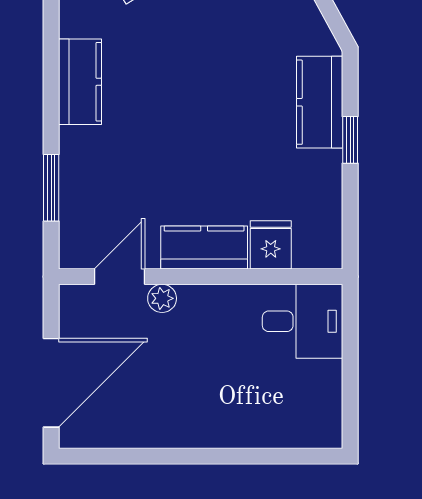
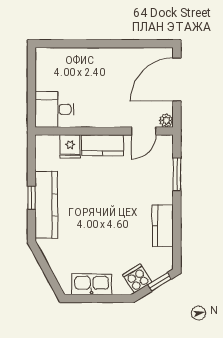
kitchen counter: (320, 102) -> (46, 205), width x1.50
plant: (162, 298) -> (166, 121), moved

